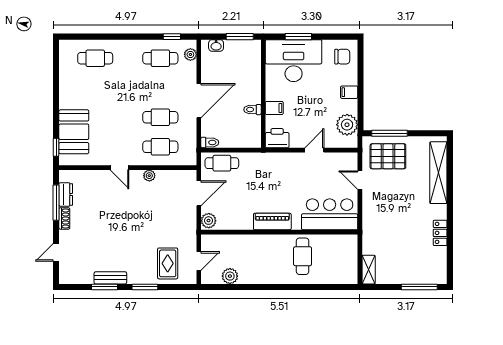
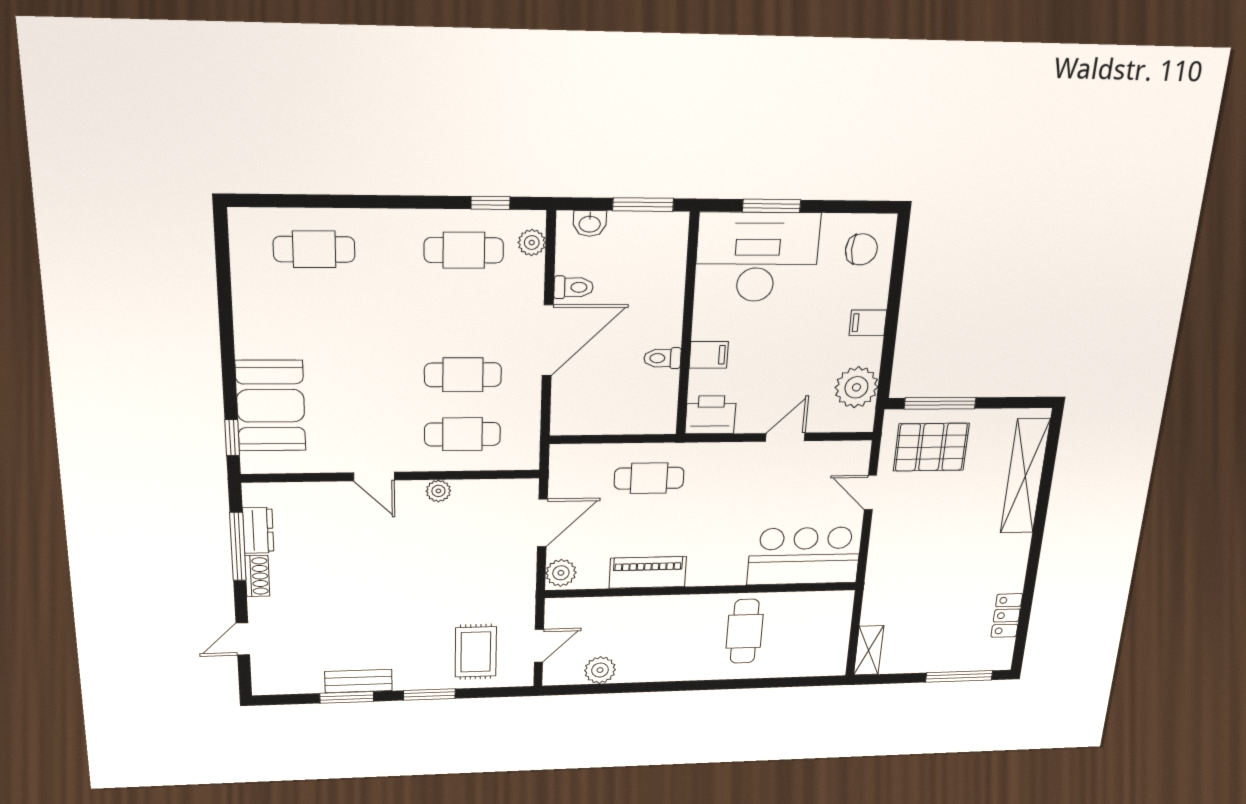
toilet: (210, 142) -> (573, 287), moved
cafe table: (222, 163) -> (649, 478), moved
piano: (272, 221) -> (648, 572), moved
locker: (440, 233) -> (1007, 616), moved

